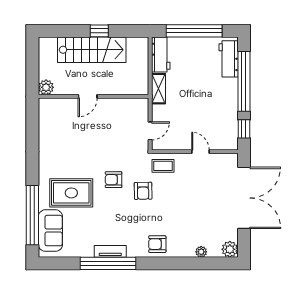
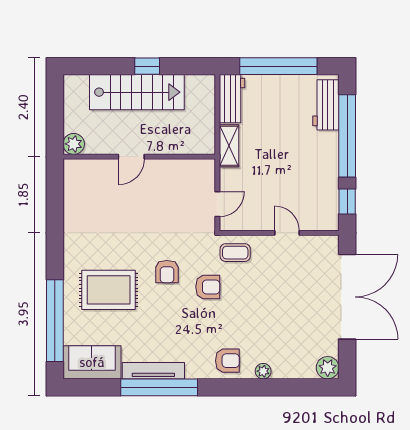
armchair: (114, 180) -> (167, 272), turned -90
armchair: (143, 191) -> (208, 287), turned -89
sofa: (50, 231) -> (92, 362), moved, turned -90
armchair: (157, 244) -> (227, 361), turned 180
tv unit: (110, 251) -> (153, 371), width x1.41
plant: (201, 252) -> (263, 371), moved

